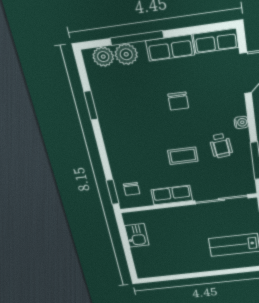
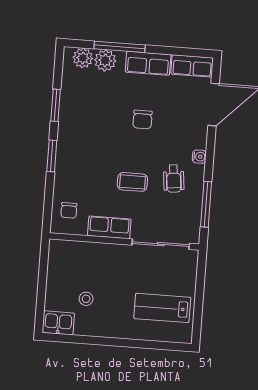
window: (113, 192) -> (52, 156), moved
kitchen sink: (137, 235) -> (58, 323), moved, turned -90
stool: (167, 250) -> (86, 299), added

